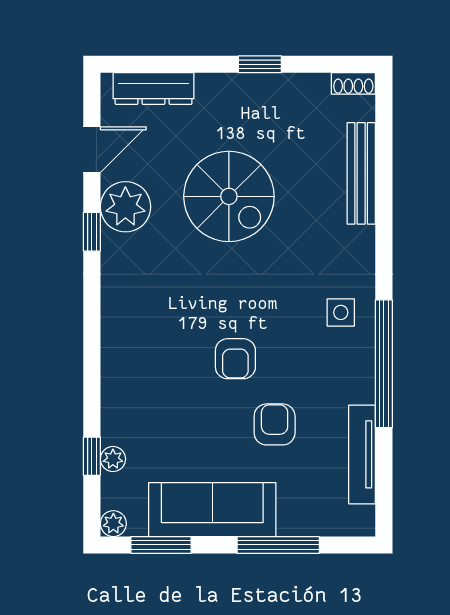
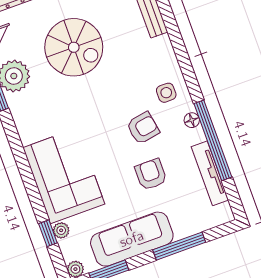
armchair: (235, 359) -> (143, 128), moved, turned -100
window: (384, 364) -> (213, 140), moved
floor lamp: (364, 366) -> (192, 120), added
corner sofa: (146, 380) -> (64, 176), added

